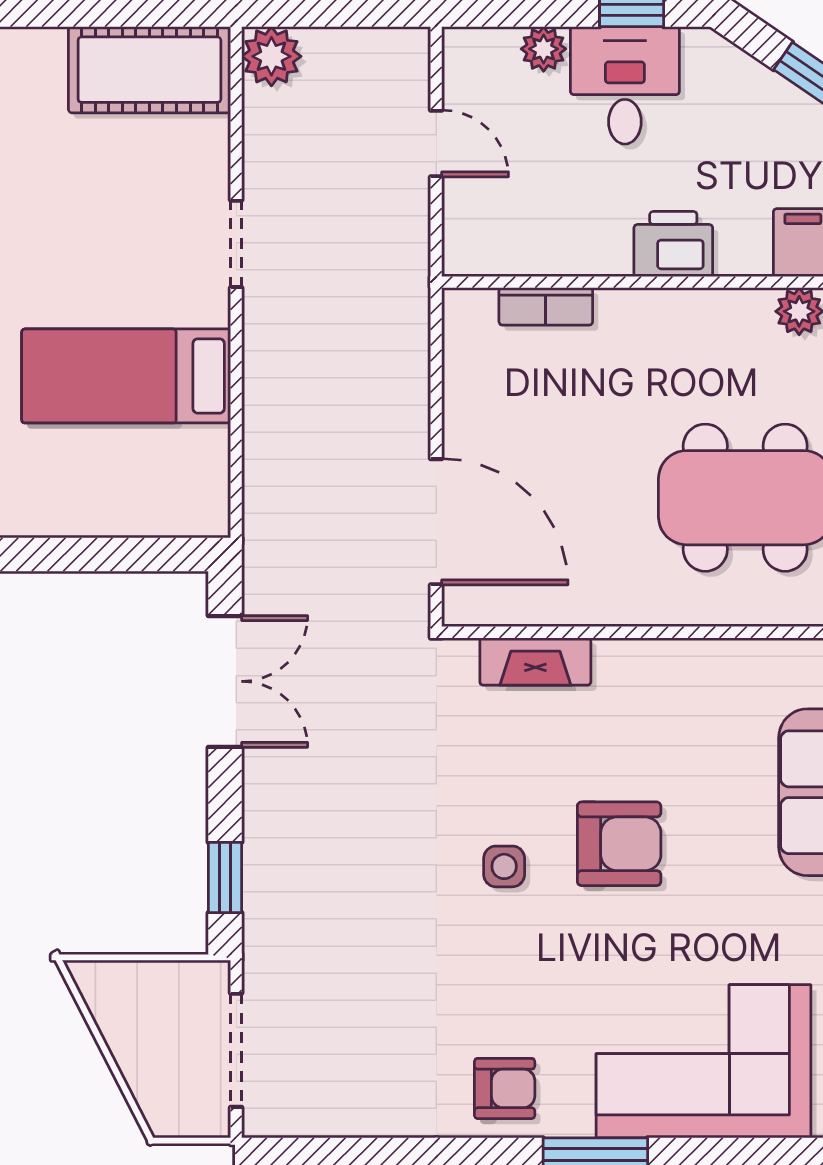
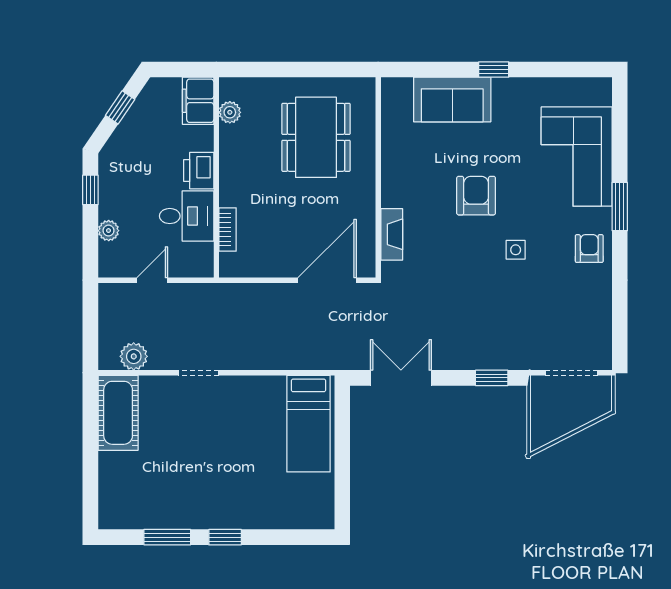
plant: (271, 56) -> (134, 356), moved
desk: (625, 85) -> (187, 216), moved, turned 180
bed: (126, 376) -> (309, 424), moved
side table: (504, 866) -> (516, 250), moved

